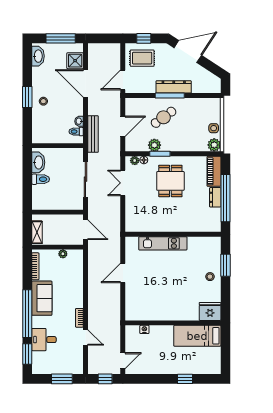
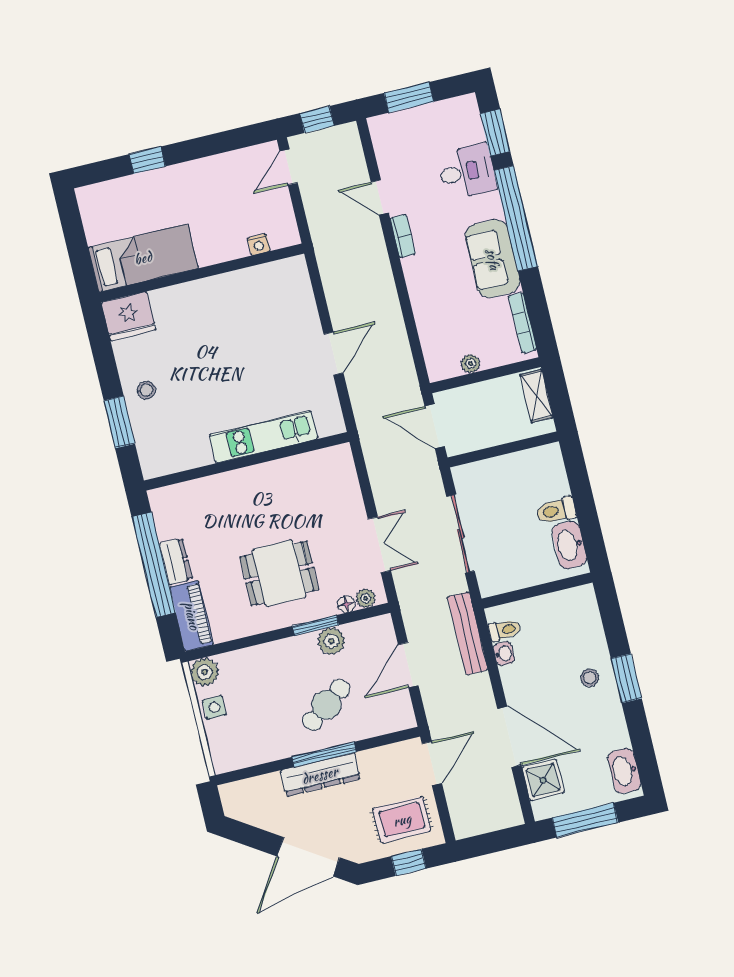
dining table: (170, 181) -> (279, 573), turned 90

